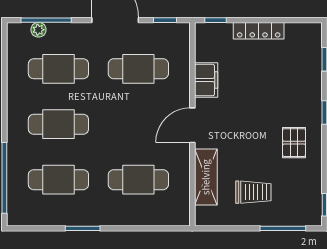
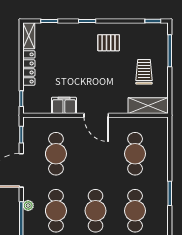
plant: (39, 30) -> (28, 206), moved
shelving: (304, 31) -> (29, 36), added
shelving: (206, 177) -> (148, 106), moved

